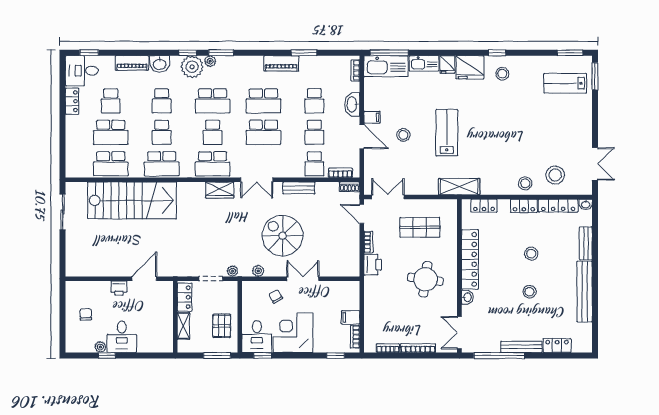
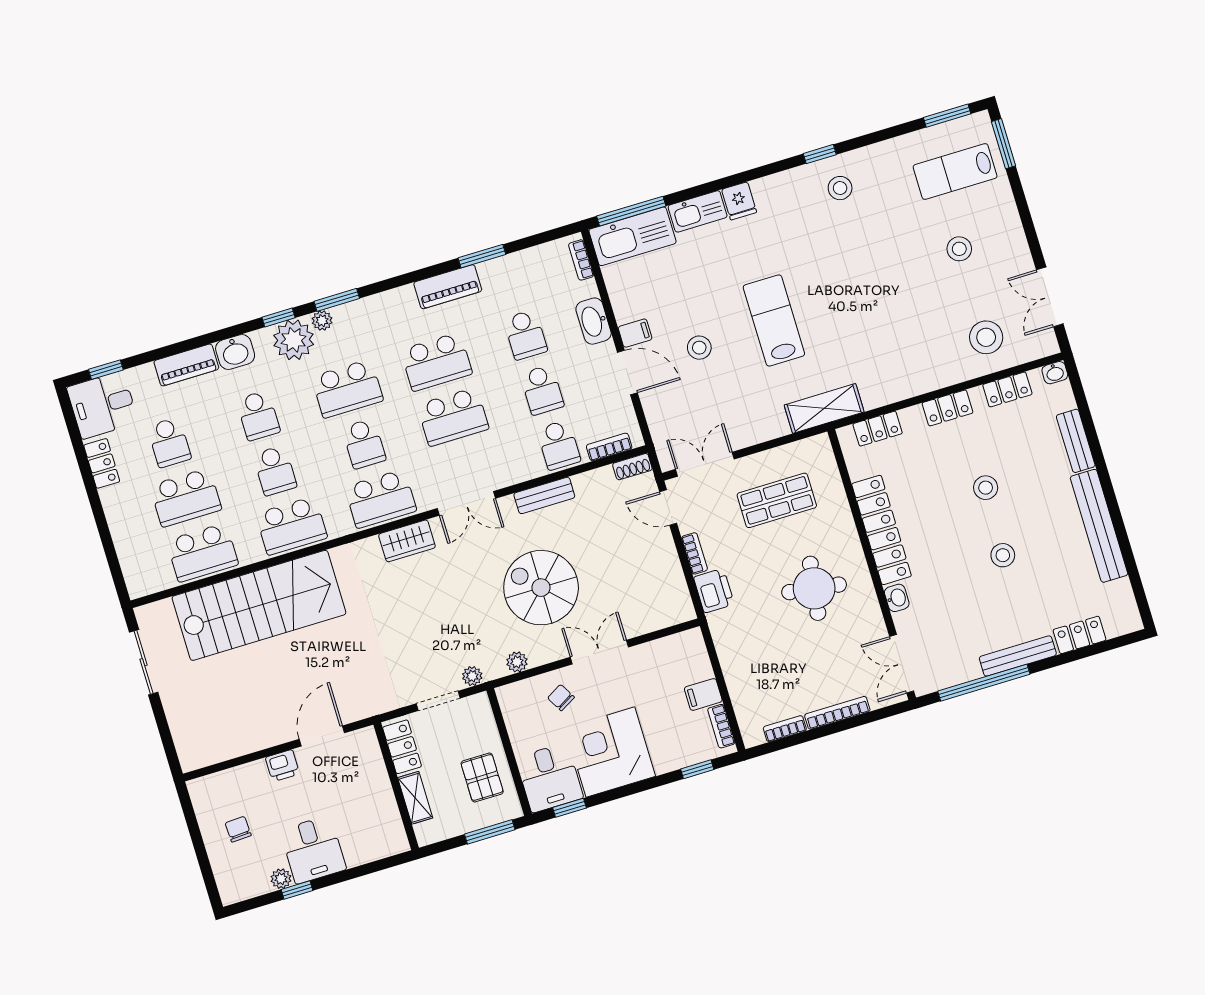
fridge: (470, 67) -> (780, 194), removed
double door: (595, 164) -> (1050, 297), swing flipped
stool: (525, 183) -> (959, 249), moved
locker: (558, 206) -> (1007, 389), width x0.66

